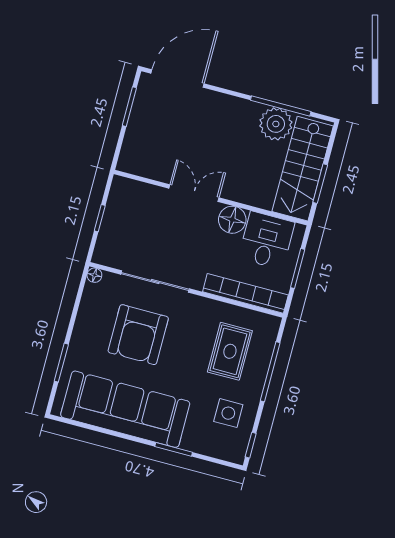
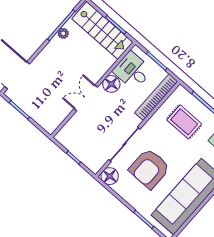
plant: (276, 124) -> (63, 33), width x0.53, depth x0.53
floor lamp: (94, 275) -> (110, 176), width x1.89, depth x1.89
armchair: (138, 335) -> (149, 169), turned 90

